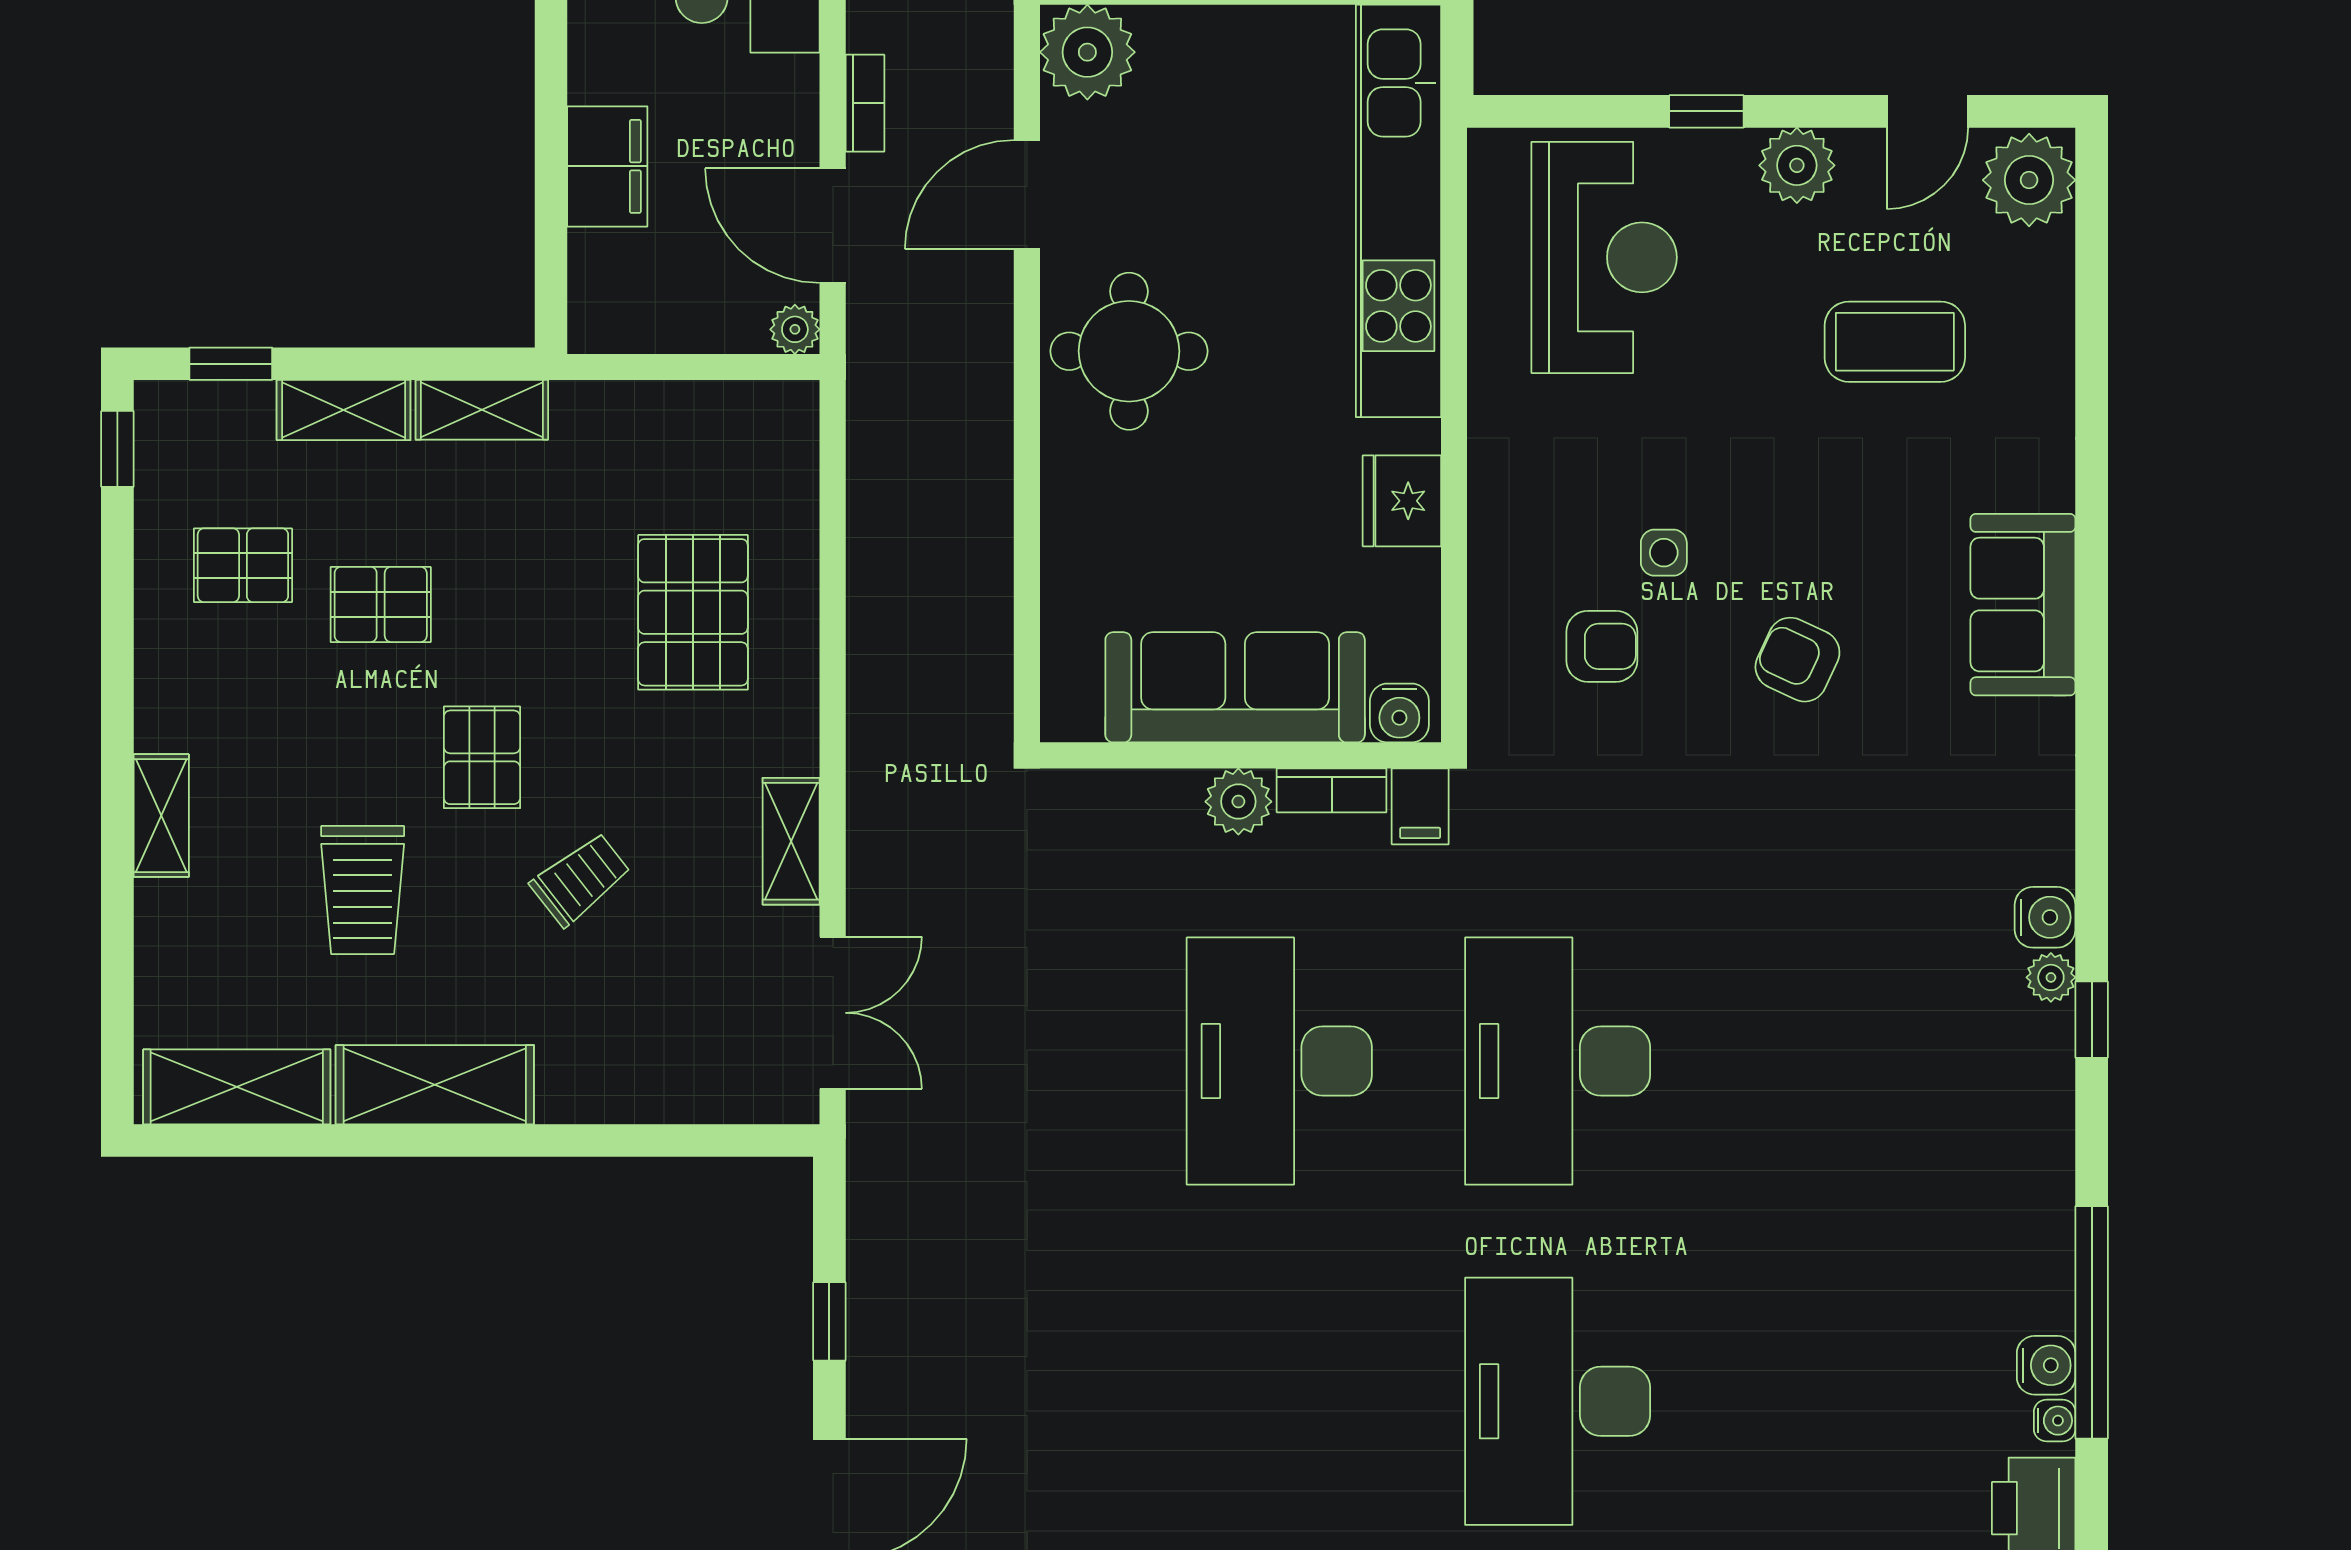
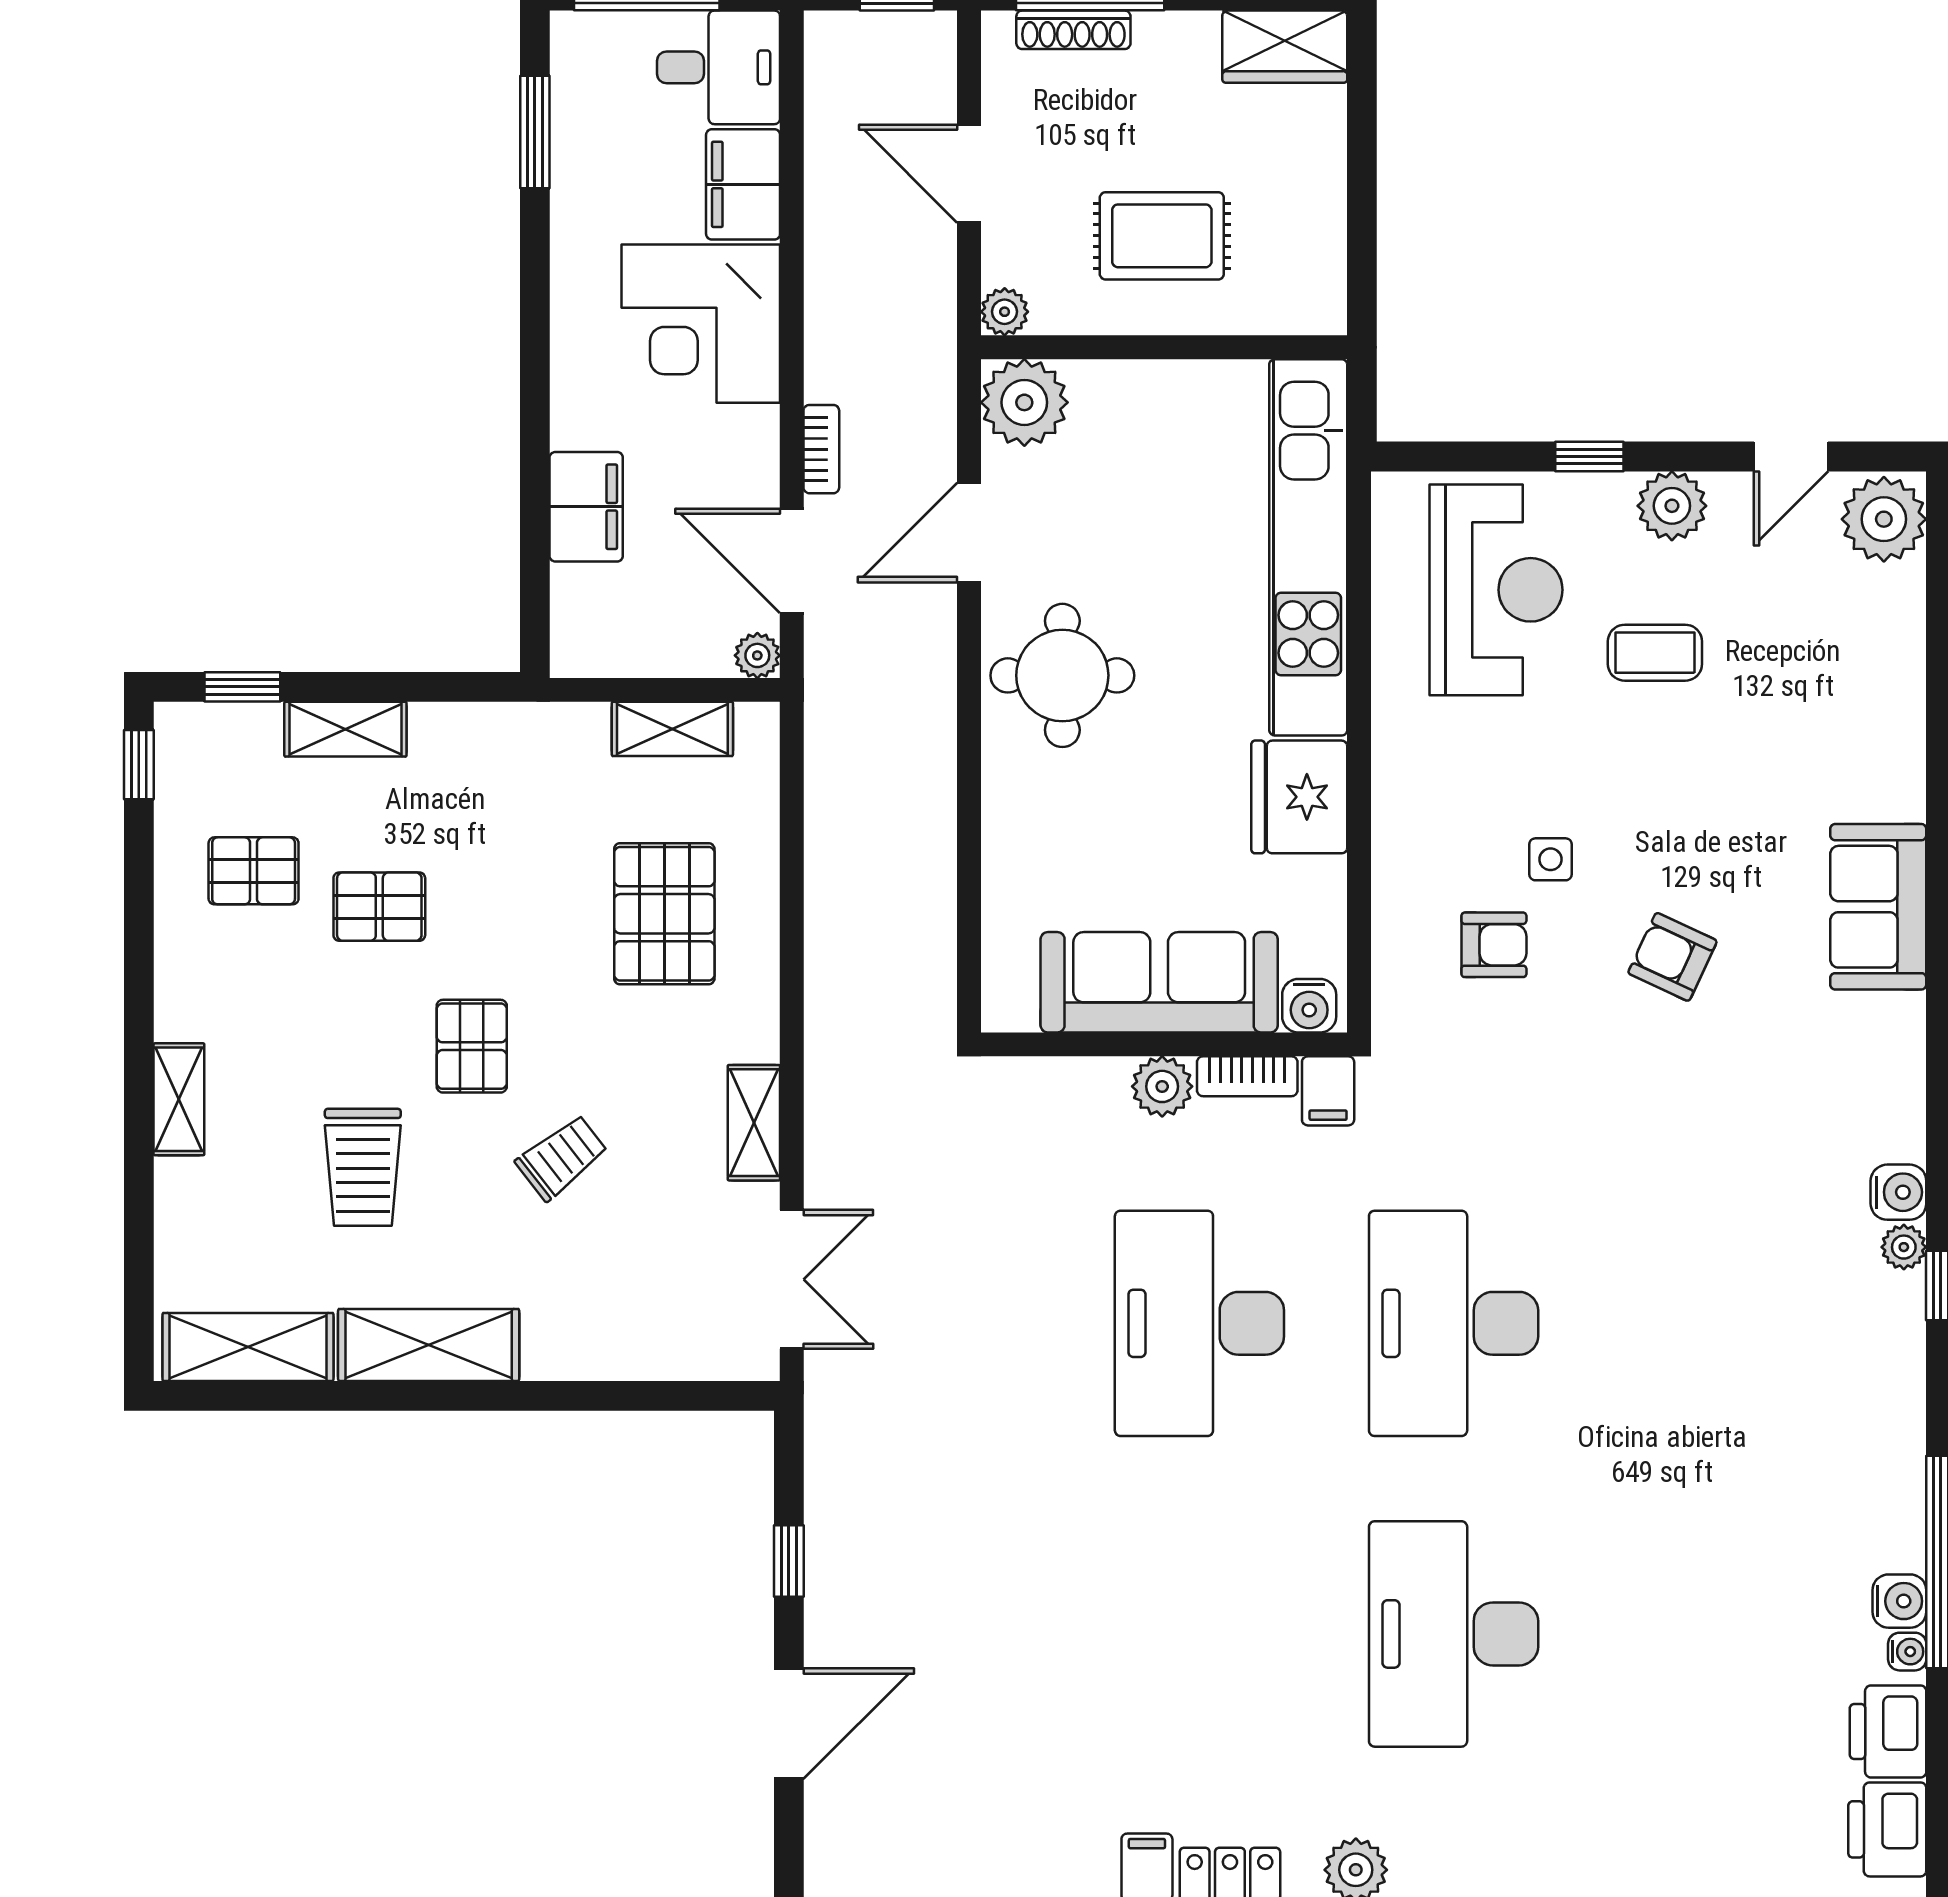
coffee table: (1895, 342) -> (1655, 653), moved, width x0.73, depth x0.77
shelving: (482, 410) -> (672, 729), moved
fridge: (1402, 501) -> (1299, 797), width x1.36, depth x1.34

